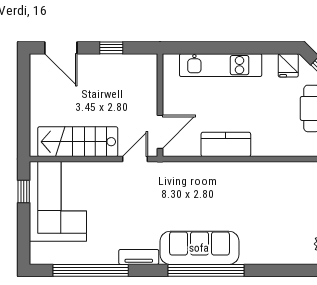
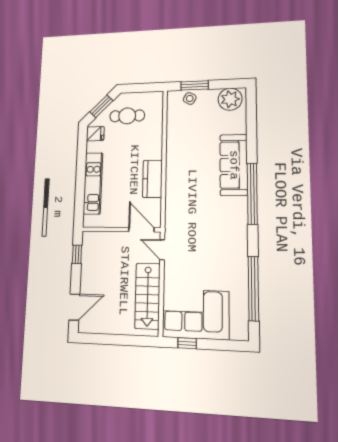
window: (111, 48) -> (77, 254), moved
sofa: (199, 248) -> (234, 165), moved
tv unit: (139, 257) -> (242, 248), removed

